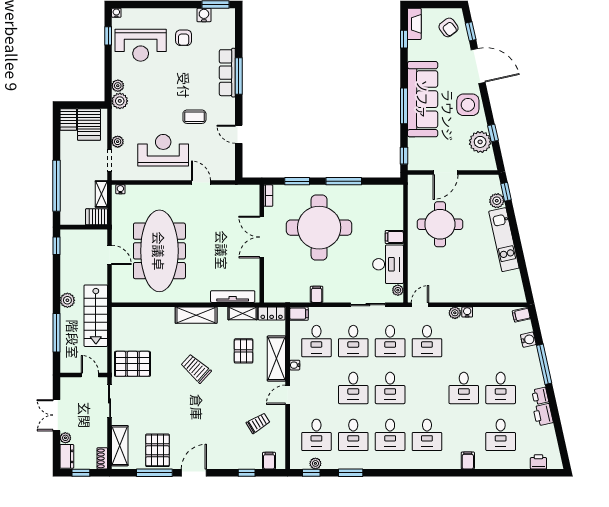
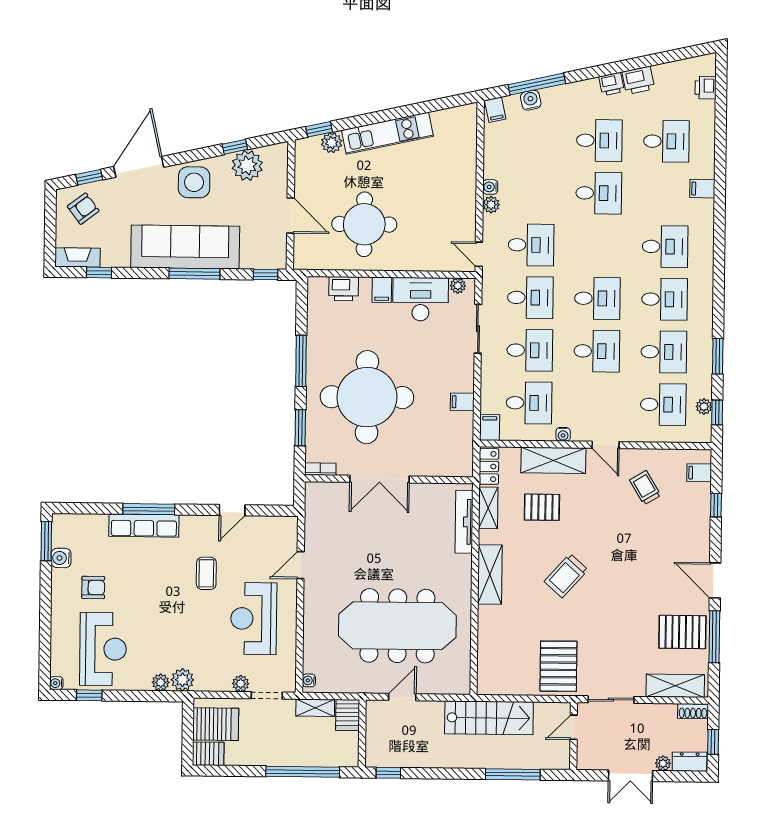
printer: (395, 210) -> (344, 289), added
plant: (67, 300) -> (466, 758), removed
window: (544, 364) -> (537, 84), moved

